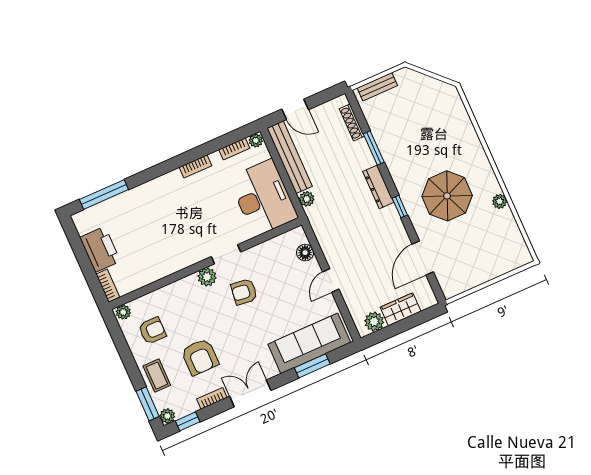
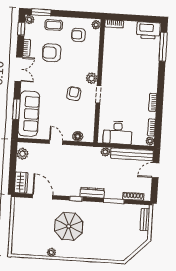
desk: (263, 198) -> (118, 133), width x0.73, depth x0.77
printer: (100, 249) -> (148, 30), moved
wardrobe: (401, 309) -> (21, 183), moved
armchair: (152, 331) -> (78, 35), turned 90

